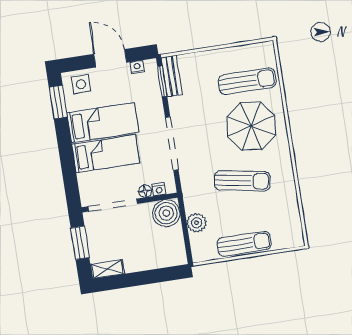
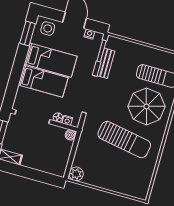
bench: (172, 76) -> (106, 63), moved
sun lounger: (242, 181) -> (124, 140), width x1.36, depth x1.34
boiler: (166, 213) -> (71, 135), width x0.54, depth x0.54
plant: (197, 223) -> (76, 174), moved
sun lounger: (244, 244) -> (107, 181), removed

